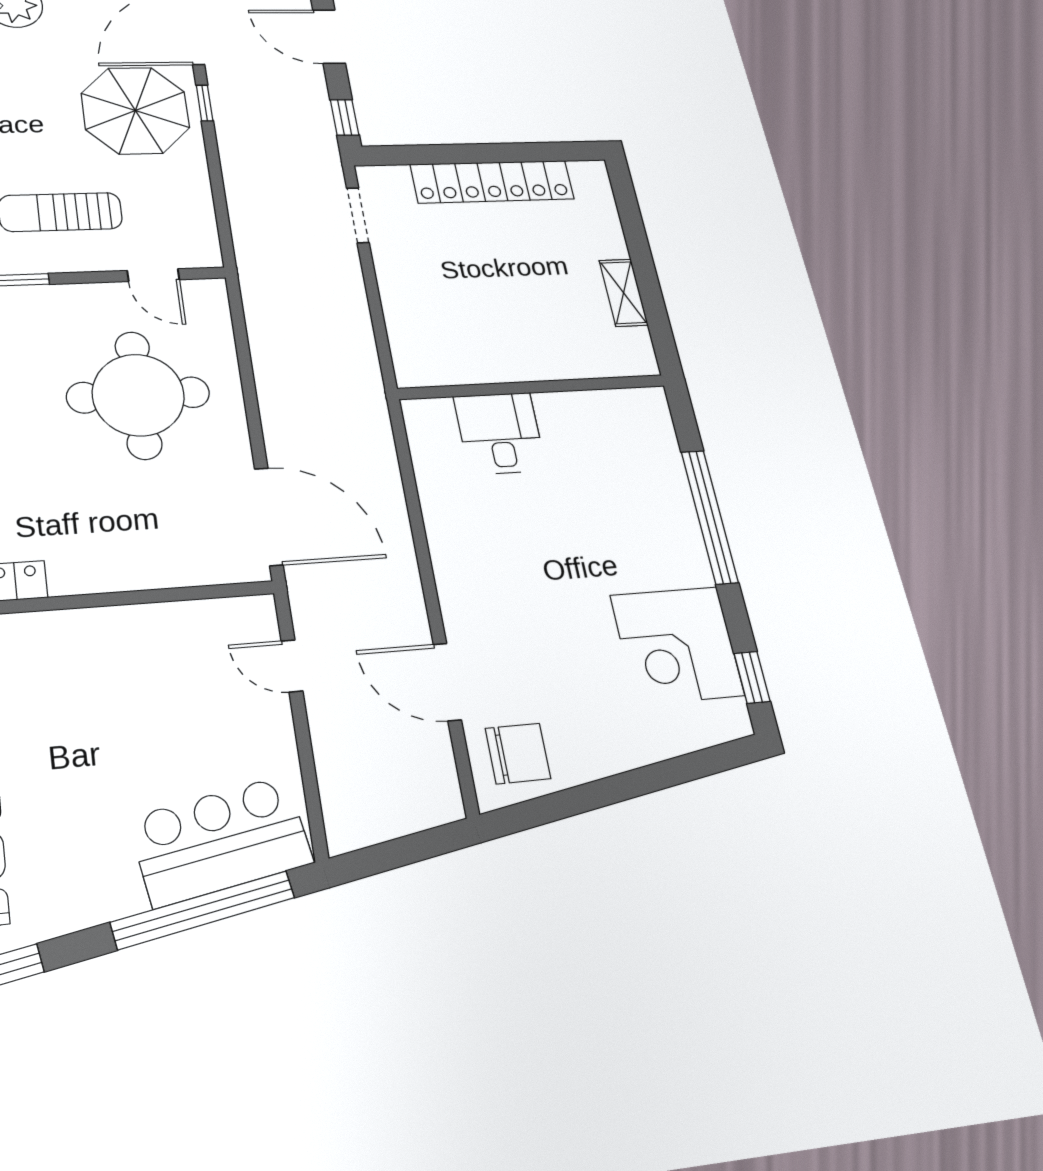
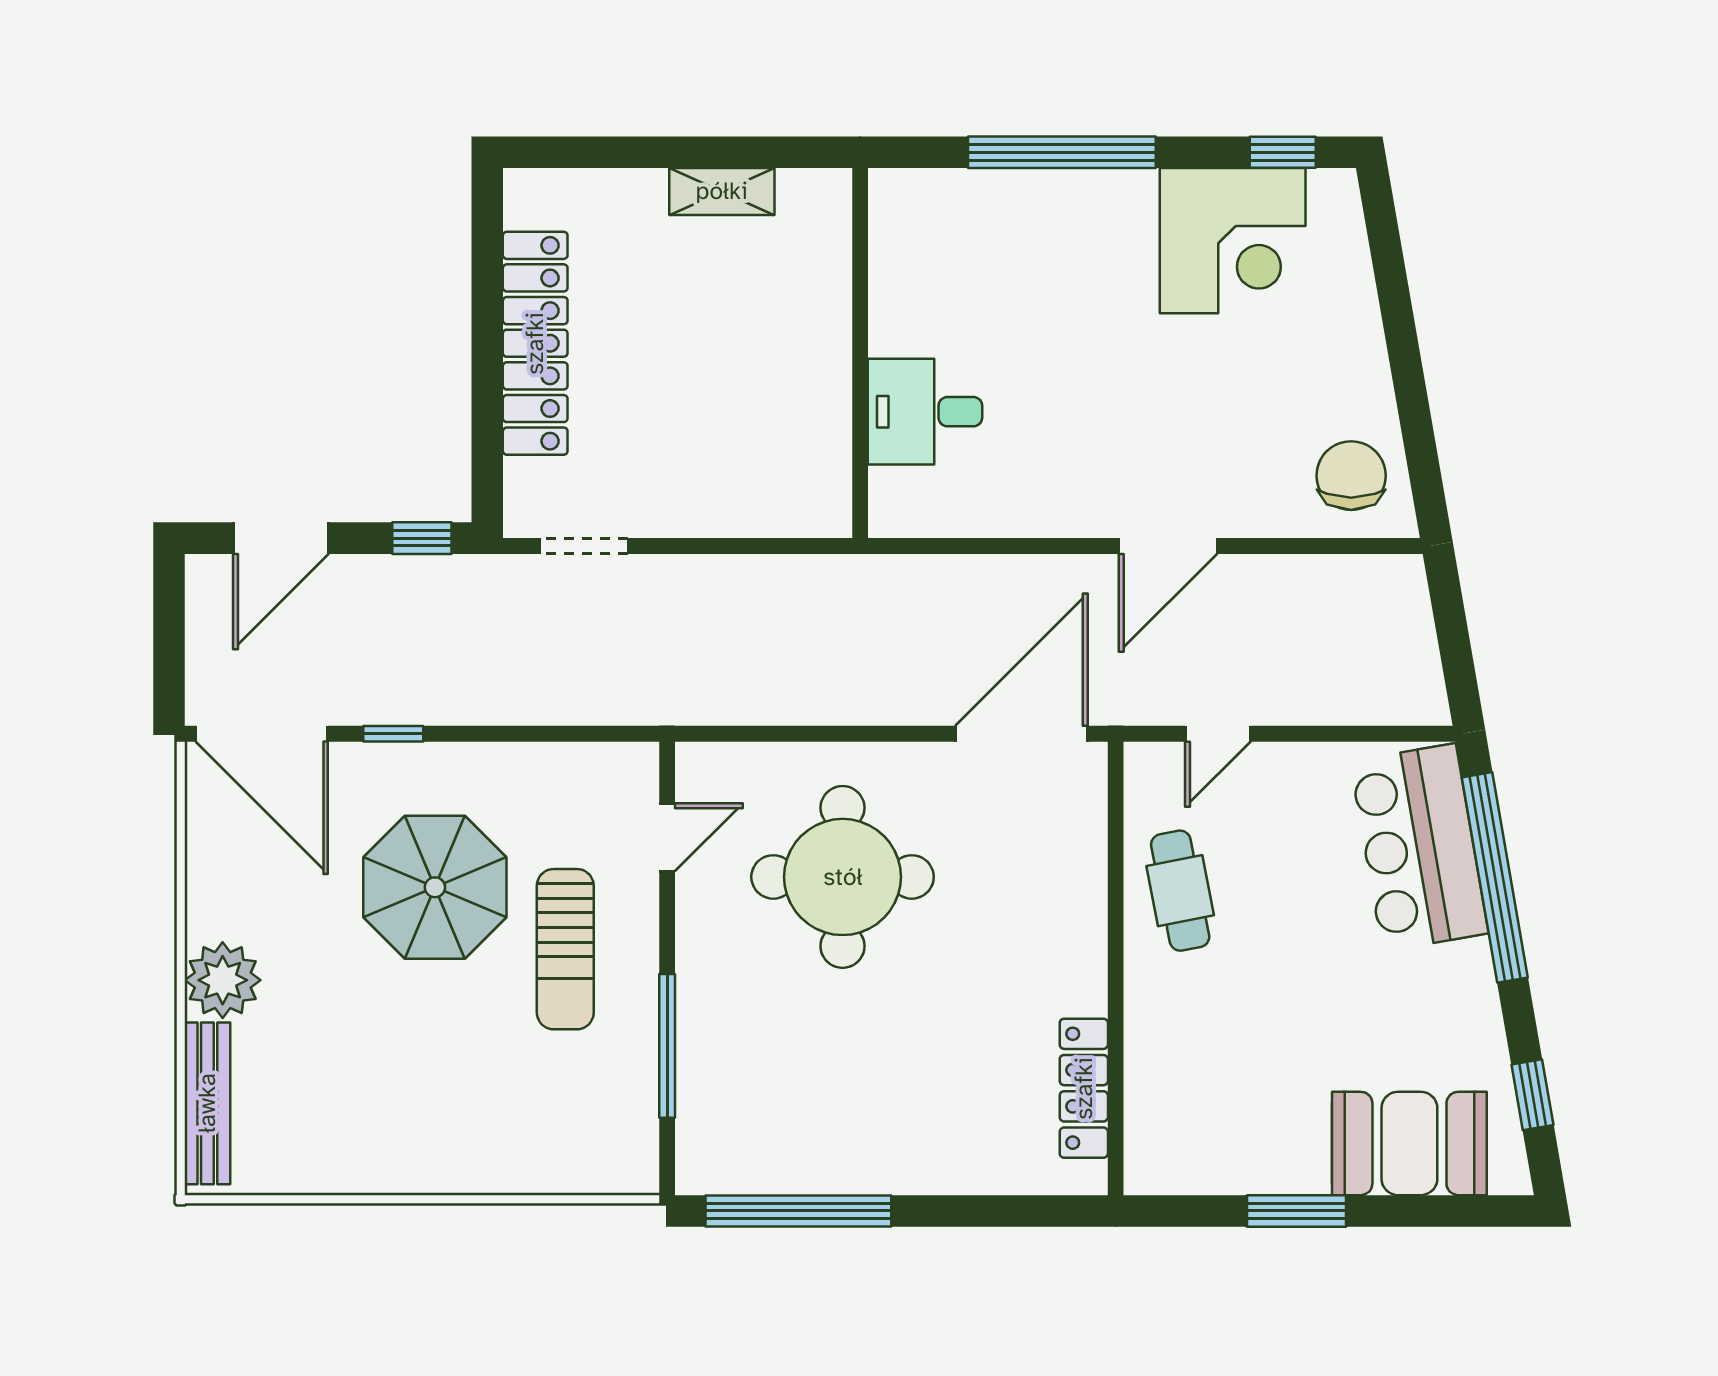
parasol: (135, 110) -> (435, 887), moved
cafe table: (159, 647) -> (1180, 891), added
door: (447, 682) -> (1168, 546), moved

